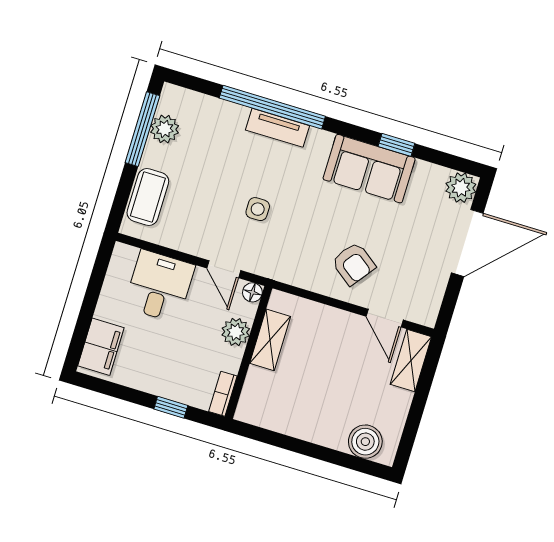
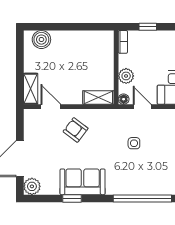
tv unit: (277, 128) -> (137, 189), removed
shelving: (270, 340) -> (98, 97), moved, turned 90

